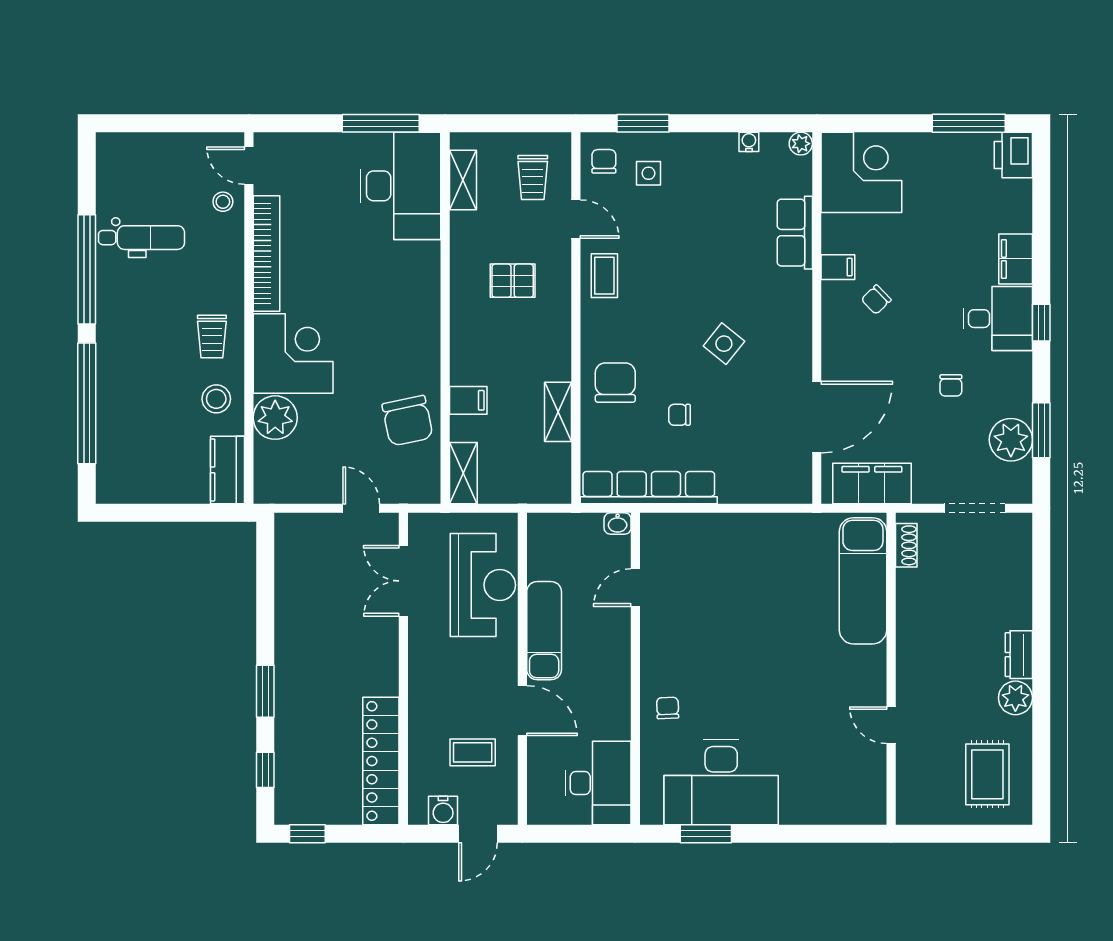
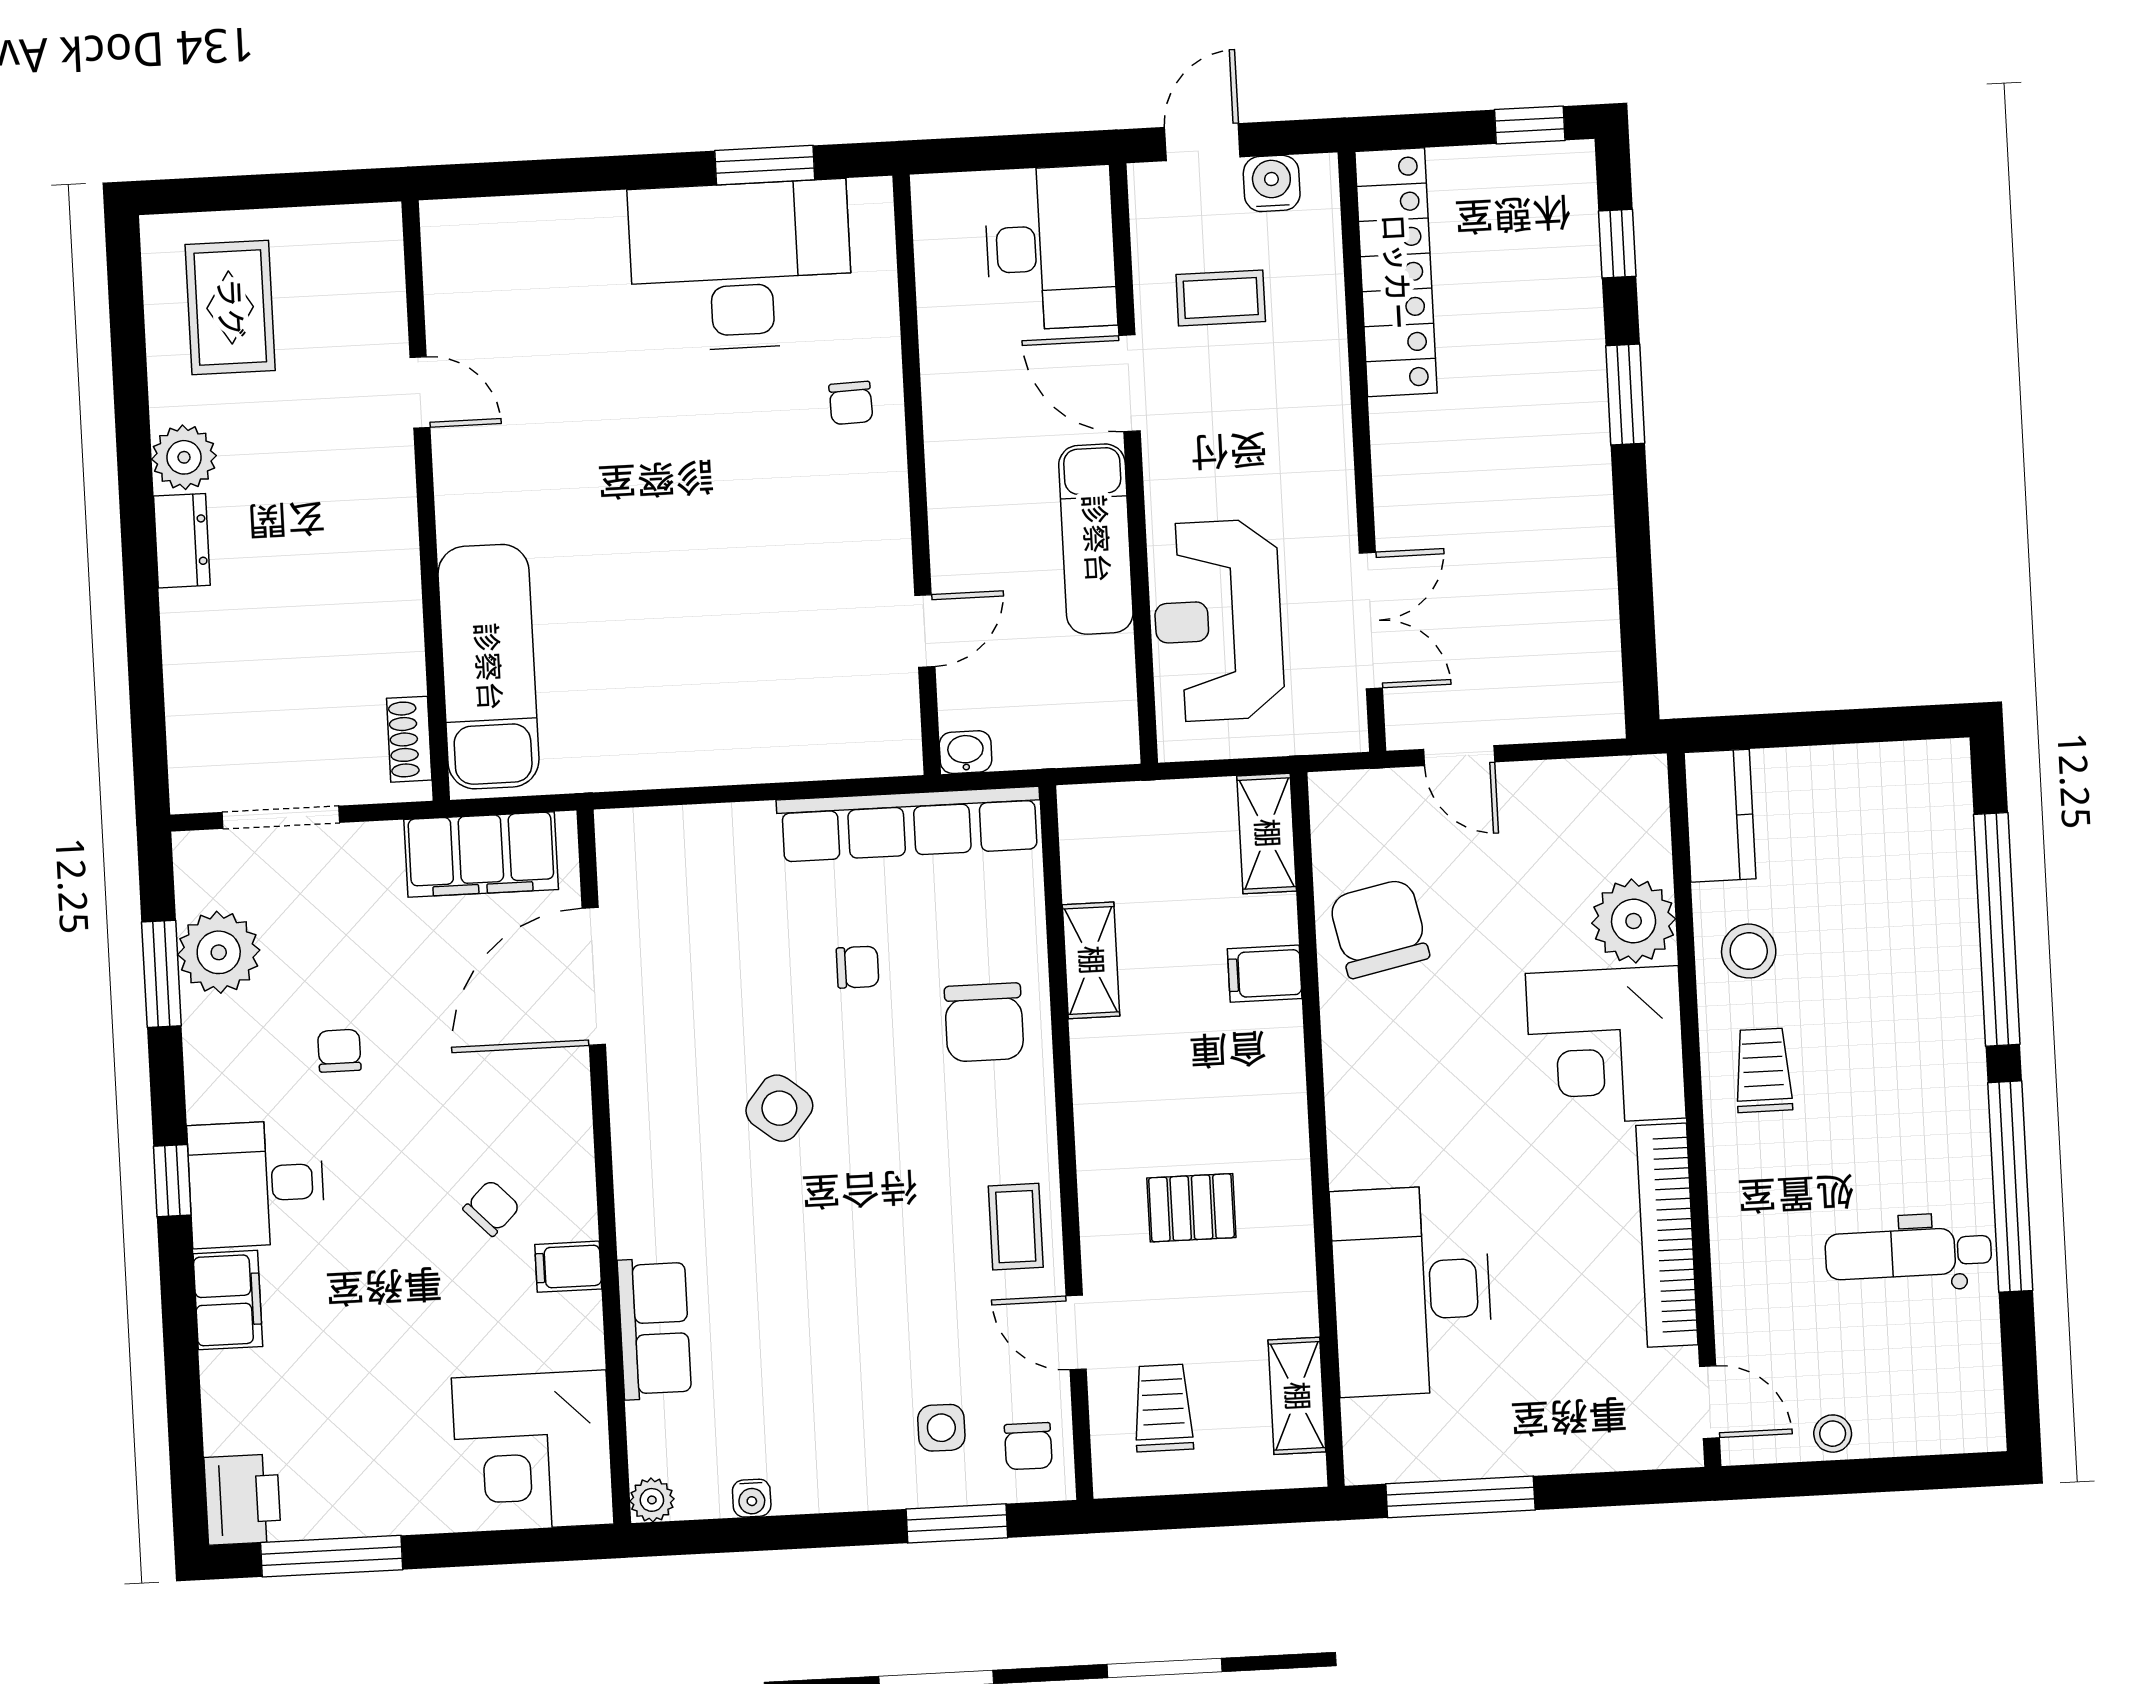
desk: (400, 186) -> (1412, 1291), moved
stool: (223, 202) -> (1833, 1434), moved
desk: (598, 783) -> (1050, 248), moved, turned 180

